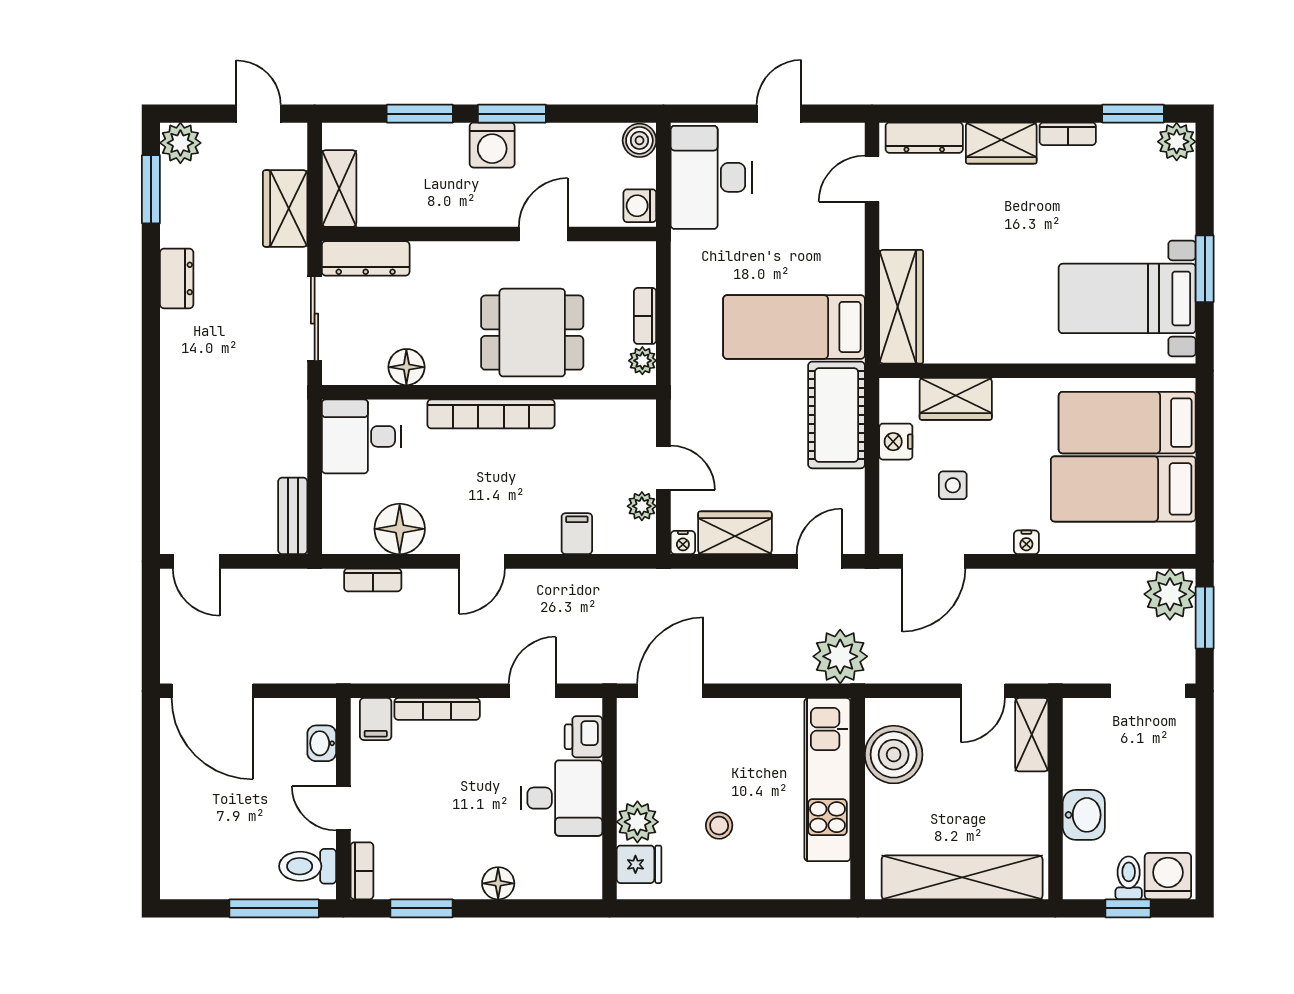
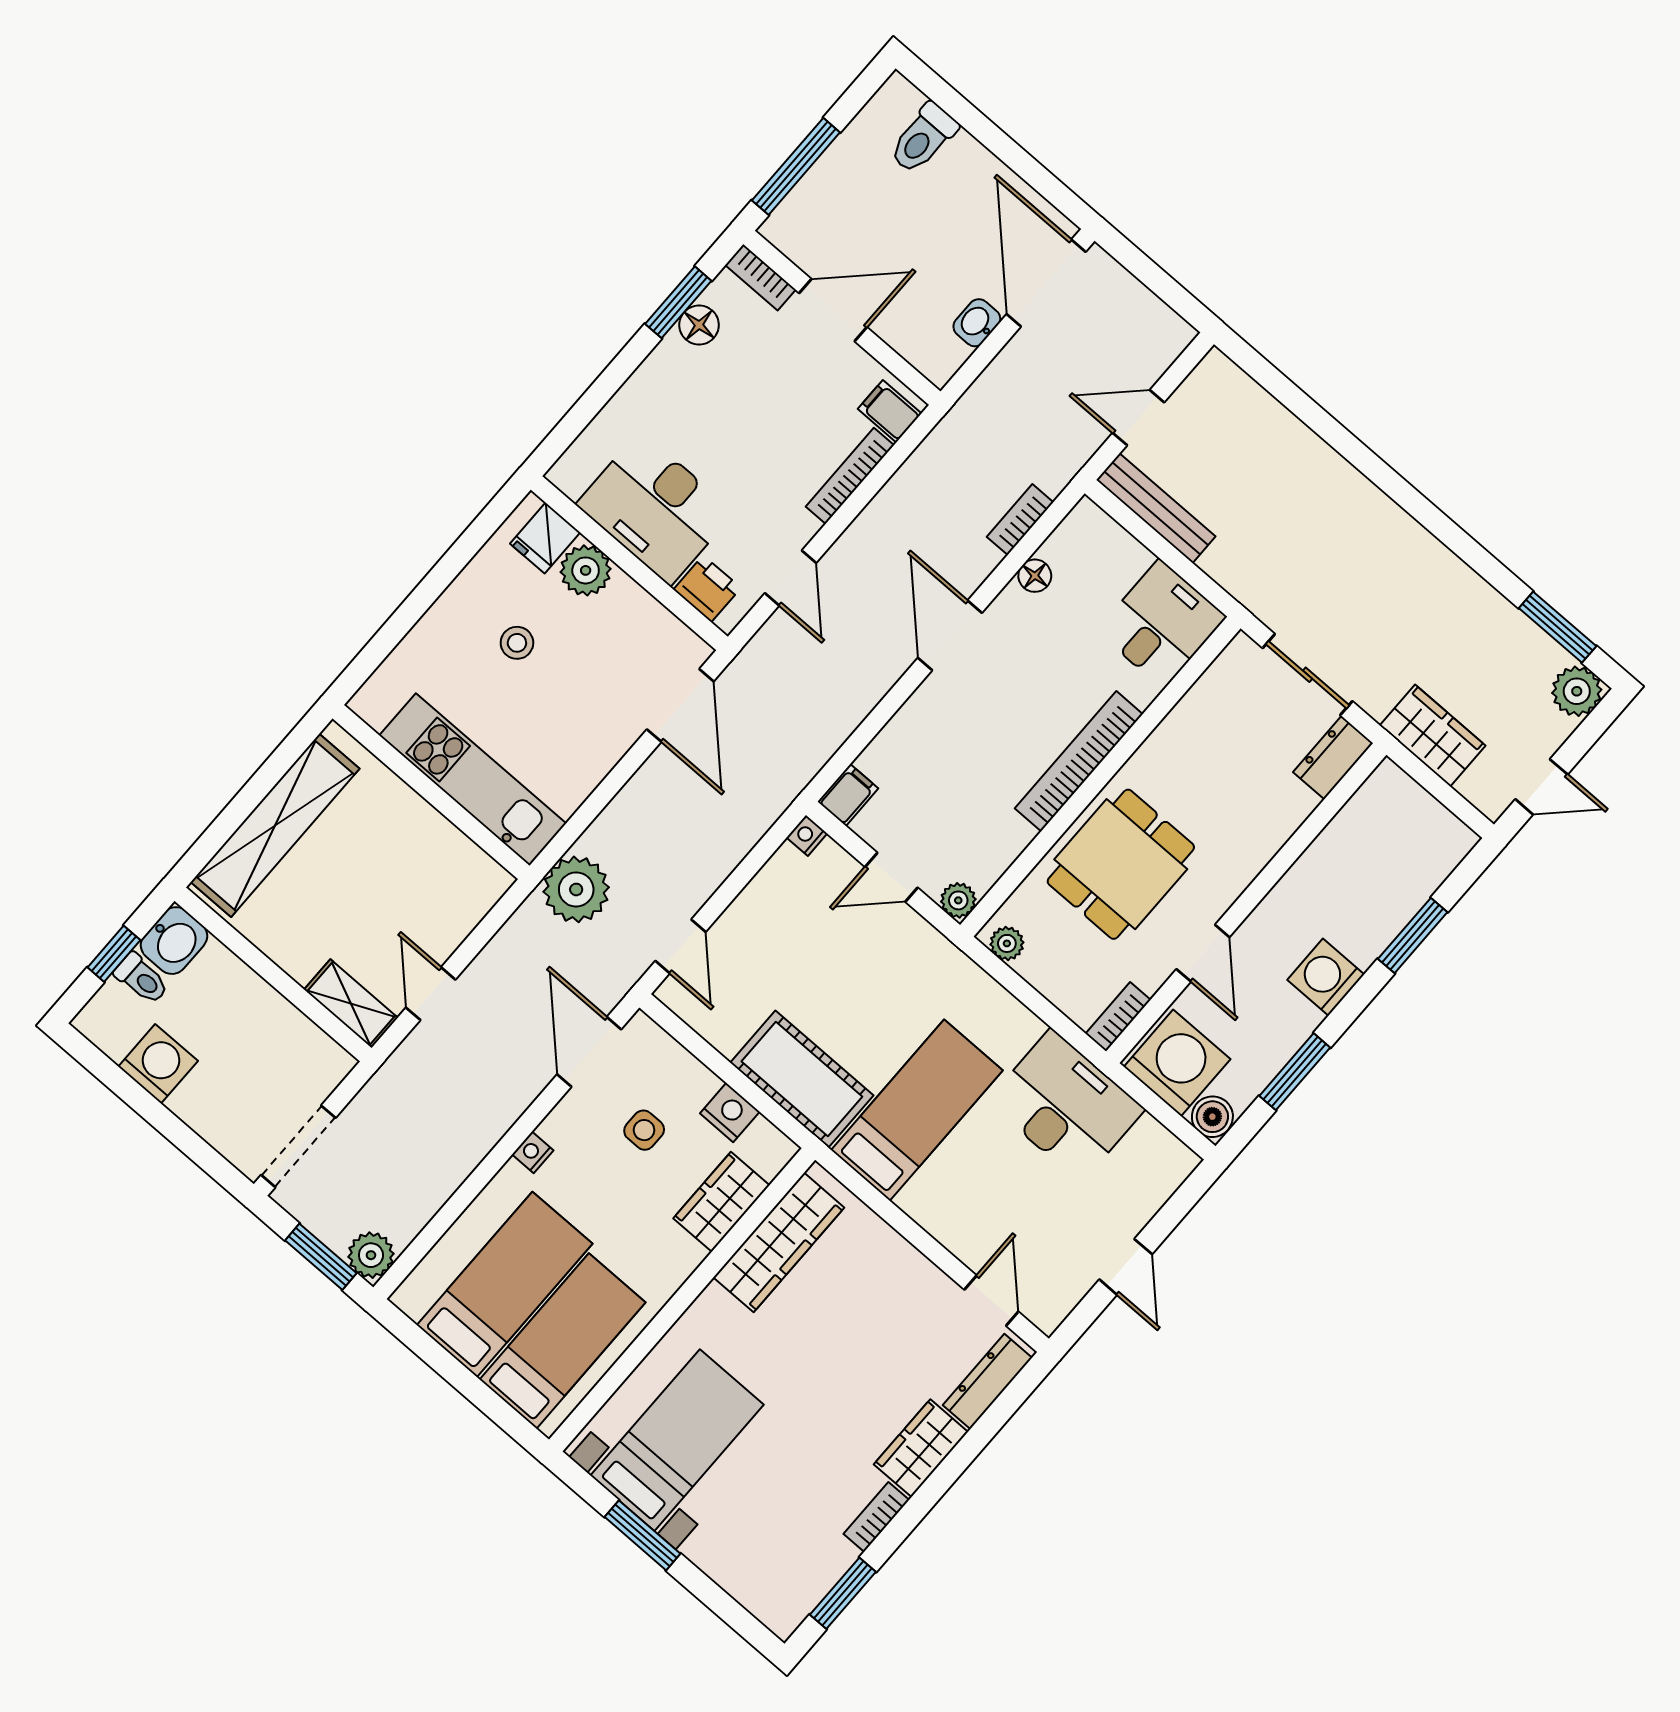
window: (512, 114) -> (1295, 1072), moved
plant: (1177, 142) -> (782, 1611), removed
desk: (711, 177) -> (1066, 1106), moved
shelving: (339, 189) -> (1408, 801), removed
washing machine: (640, 206) -> (1177, 1063), width x1.89, depth x1.89
dresser: (366, 258) -> (1333, 758), width x0.70
dresser: (177, 278) -> (1455, 580), removed
wardrobe: (901, 307) -> (779, 1242), moved, turned -90
bookcase: (645, 316) -> (1118, 1017), moved, turned -90
floor lamp: (406, 367) -> (1190, 721), removed
plant: (642, 506) -> (958, 900), moved
bench: (293, 516) -> (1156, 508), width x1.36
floor lamp: (400, 529) -> (1035, 576), width x0.53, depth x0.53
wardrobe: (735, 533) -> (774, 891), removed
filing cabinet: (577, 534) -> (848, 795), moved, turned -90
door: (196, 561) -> (1138, 418), moved
door: (482, 561) -> (950, 635), width x1.38
plant: (1170, 594) -> (371, 1255), width x0.73, depth x0.73
door: (212, 691) -> (1046, 283), hinge flipped
washbasin: (322, 743) -> (977, 323), moved, turned -90
boiler: (894, 755) -> (443, 860), removed
desk: (562, 798) -> (655, 508), width x1.37
door: (343, 808) -> (833, 310), width x1.38
washbasin: (1084, 815) -> (174, 941), moved, turned -90
toilet: (308, 866) -> (923, 138), moved, turned 180
washing machine: (1168, 876) -> (158, 1064), moved, turned -90
floor lamp: (498, 883) -> (699, 325), moved

